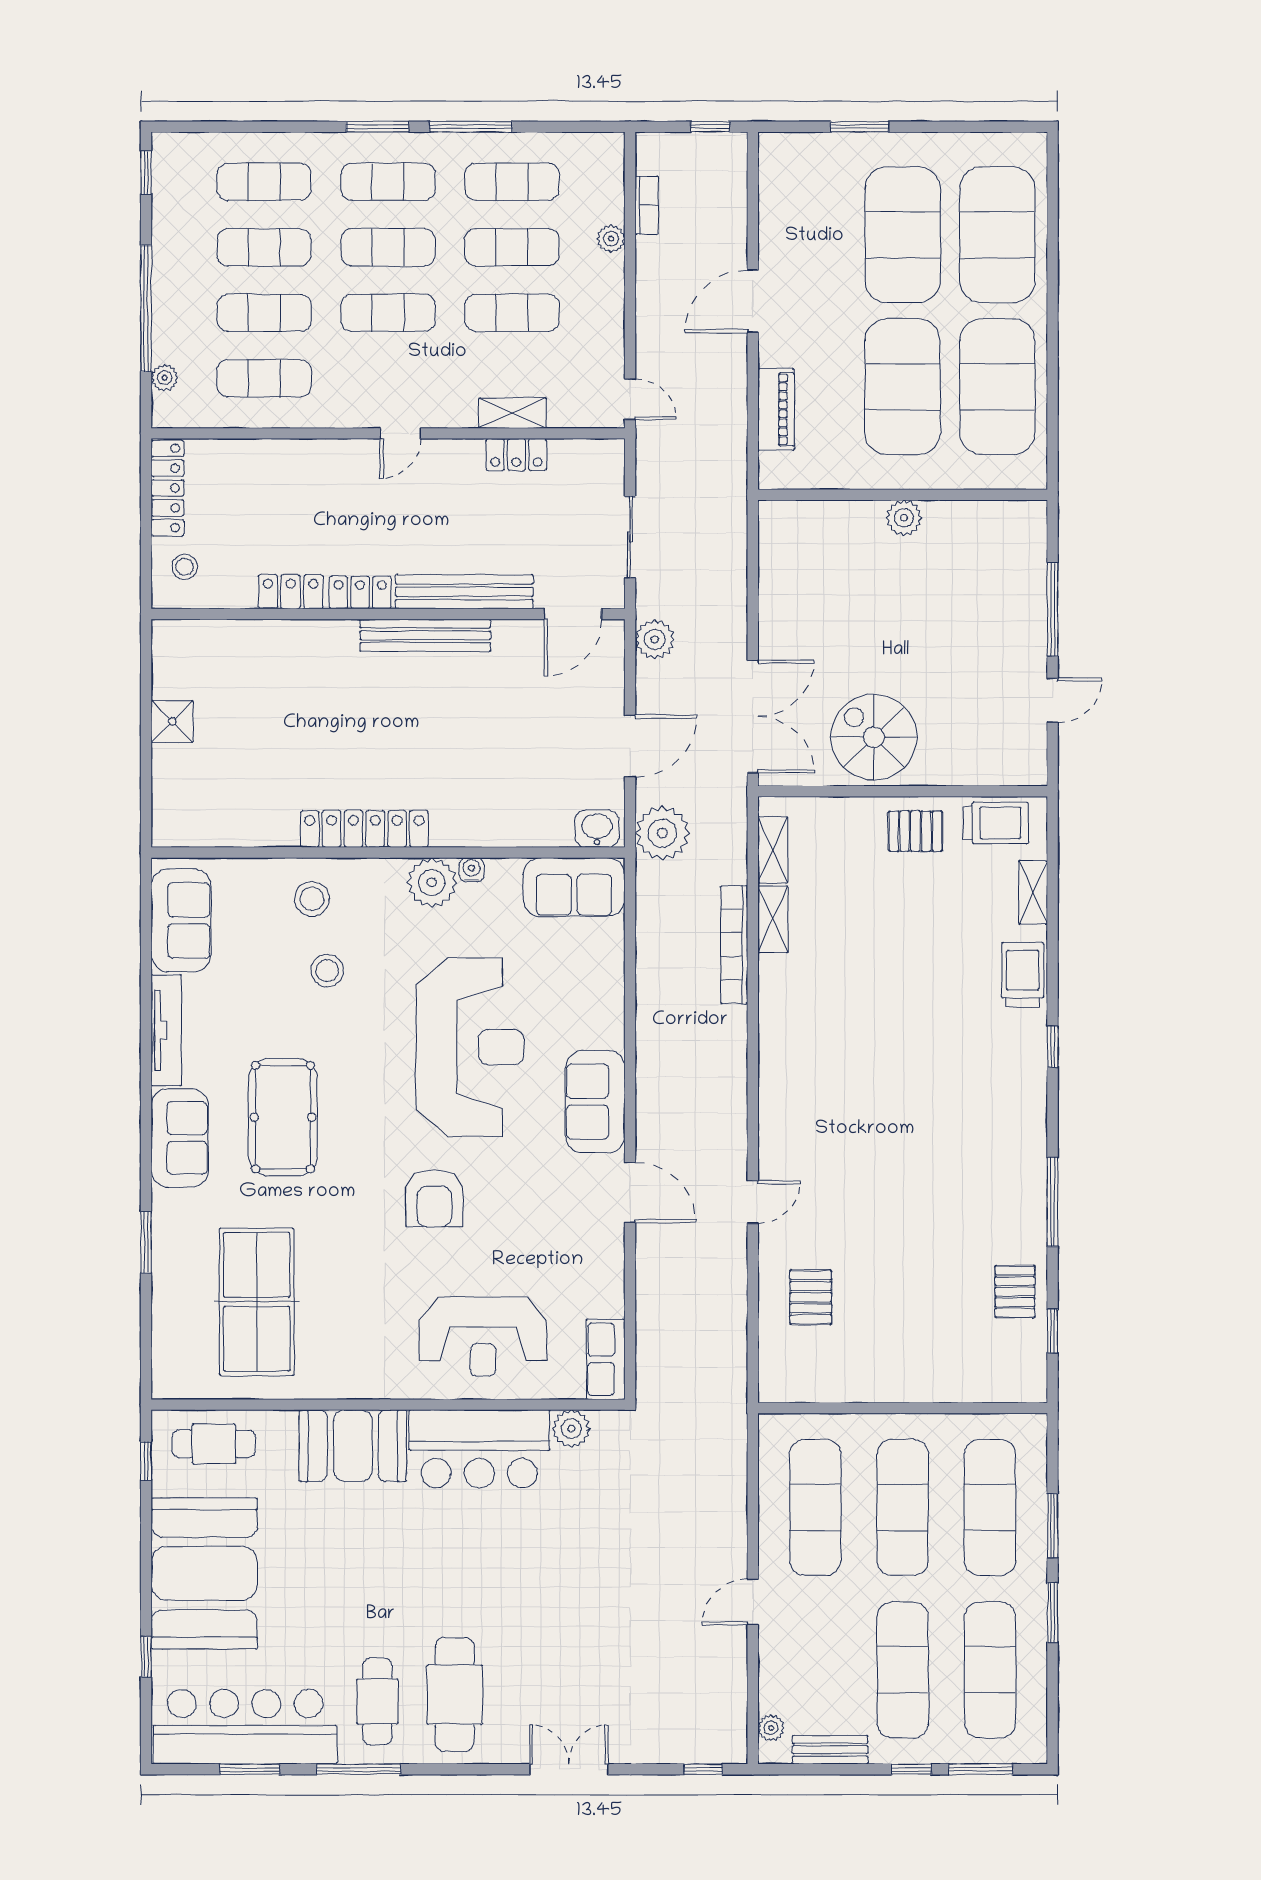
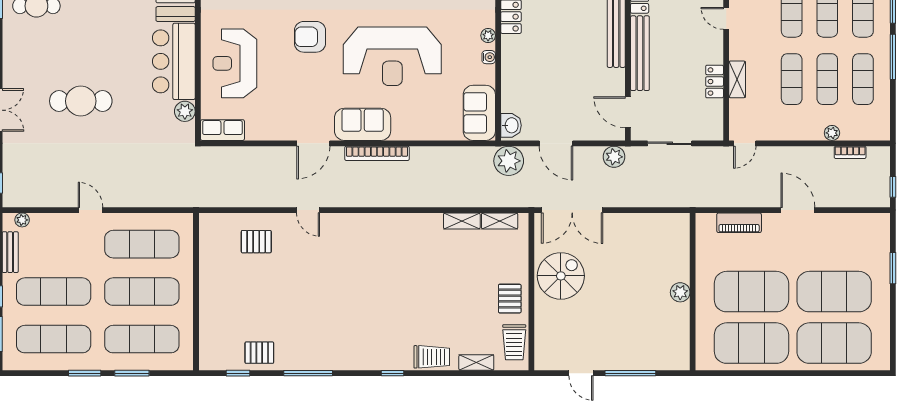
plant: (432, 882) -> (488, 36), width x0.53, depth x0.53
bookcase: (734, 945) -> (377, 153), moved, turned 180
cafe table: (455, 1695) -> (81, 101), moved

